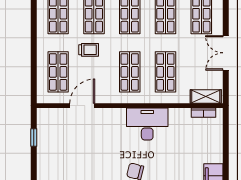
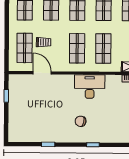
trolley: (89, 50) -> (44, 42), moved
door: (82, 106) -> (42, 73), hinge flipped

